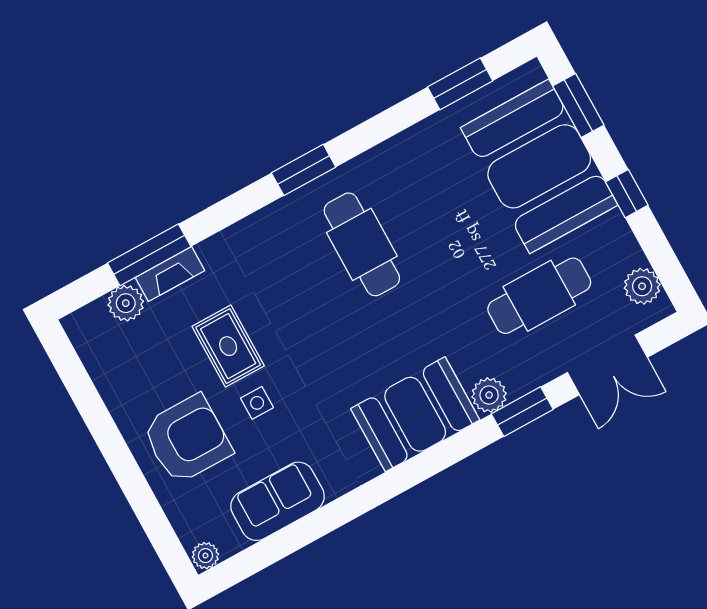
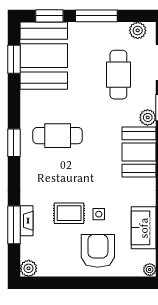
booth: (539, 166) -> (44, 56), moved, turned 90
window: (627, 194) -> (96, 16), width x2.17
plant: (126, 303) -> (29, 268), moved

